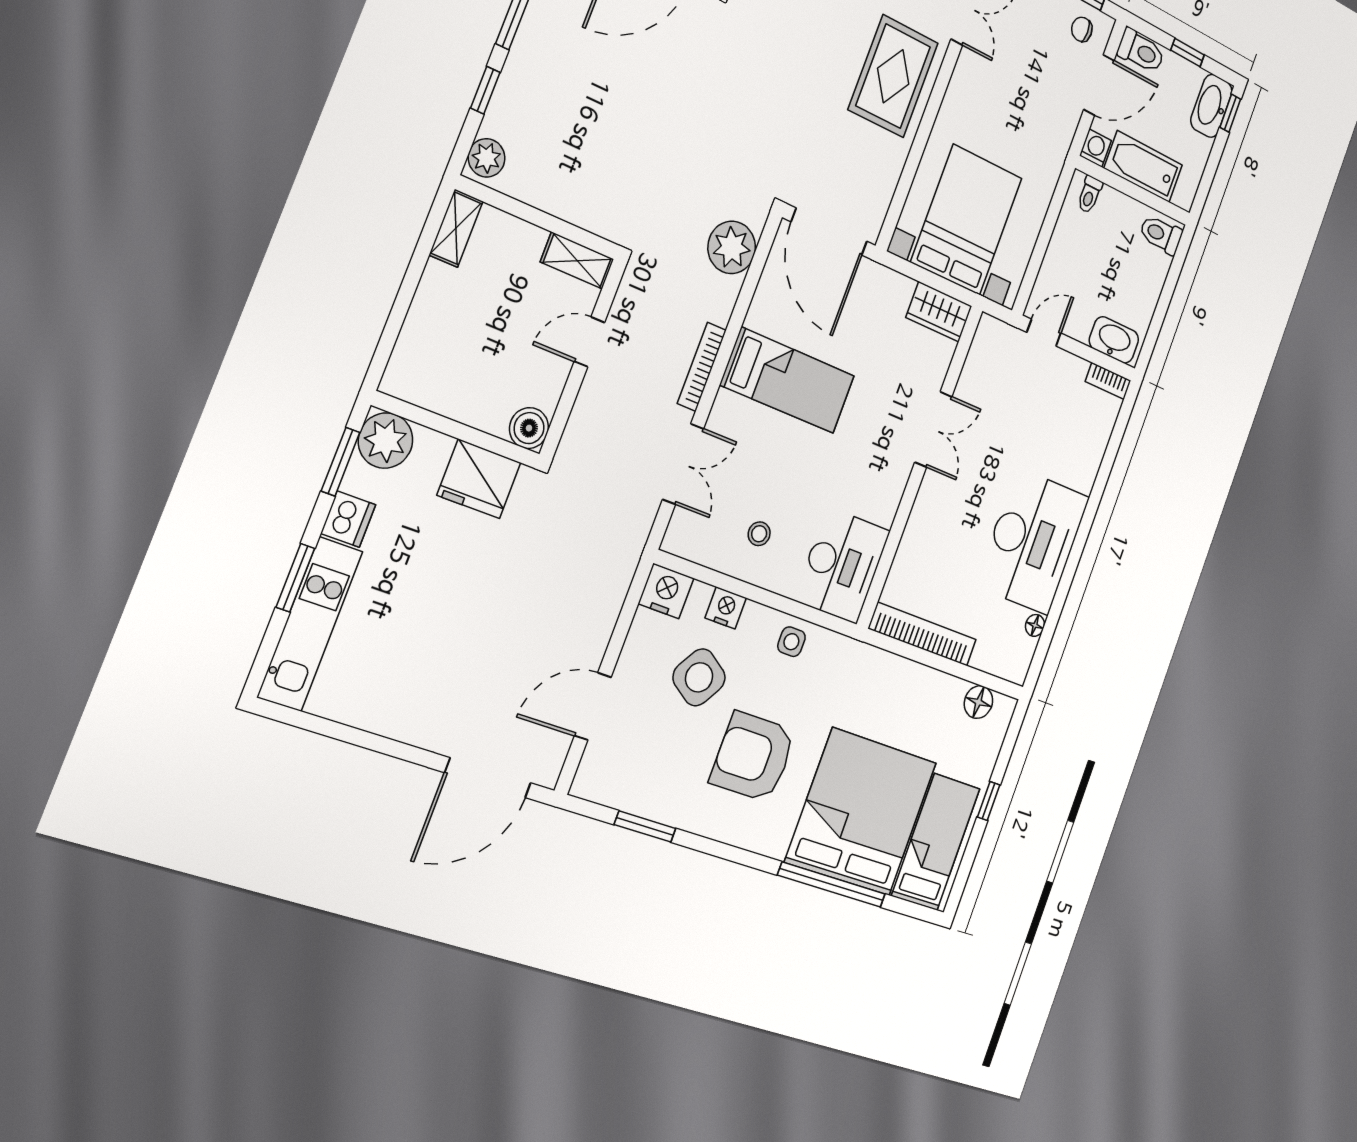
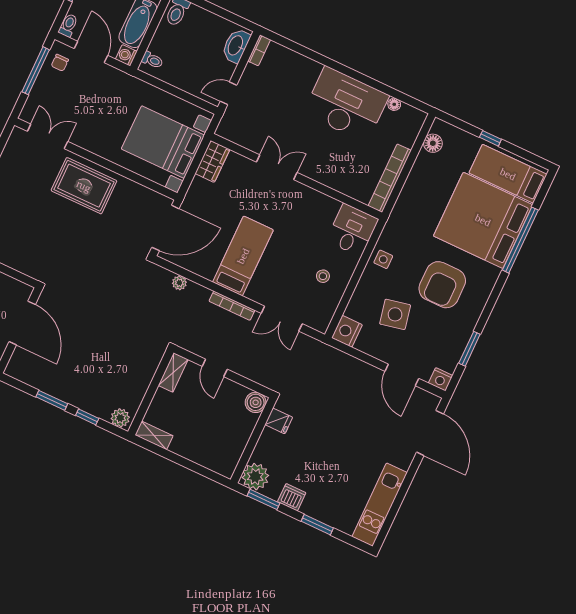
toilet: (1141, 51) -> (68, 25), width x0.73, depth x0.72
plant: (732, 247) -> (179, 283), width x0.53, depth x0.53
door: (1044, 333) -> (228, 93), hinge flipped
double door: (683, 464) -> (282, 319), swing flipped
fridge: (479, 479) -> (279, 421), width x0.53, depth x0.75
desk: (842, 565) -> (352, 230), width x0.73
nightstand: (726, 608) -> (441, 379), moved, turned -90
kitchen unit: (310, 624) -> (380, 505), moved, turned -90
side table: (699, 677) -> (395, 314), turned 45

